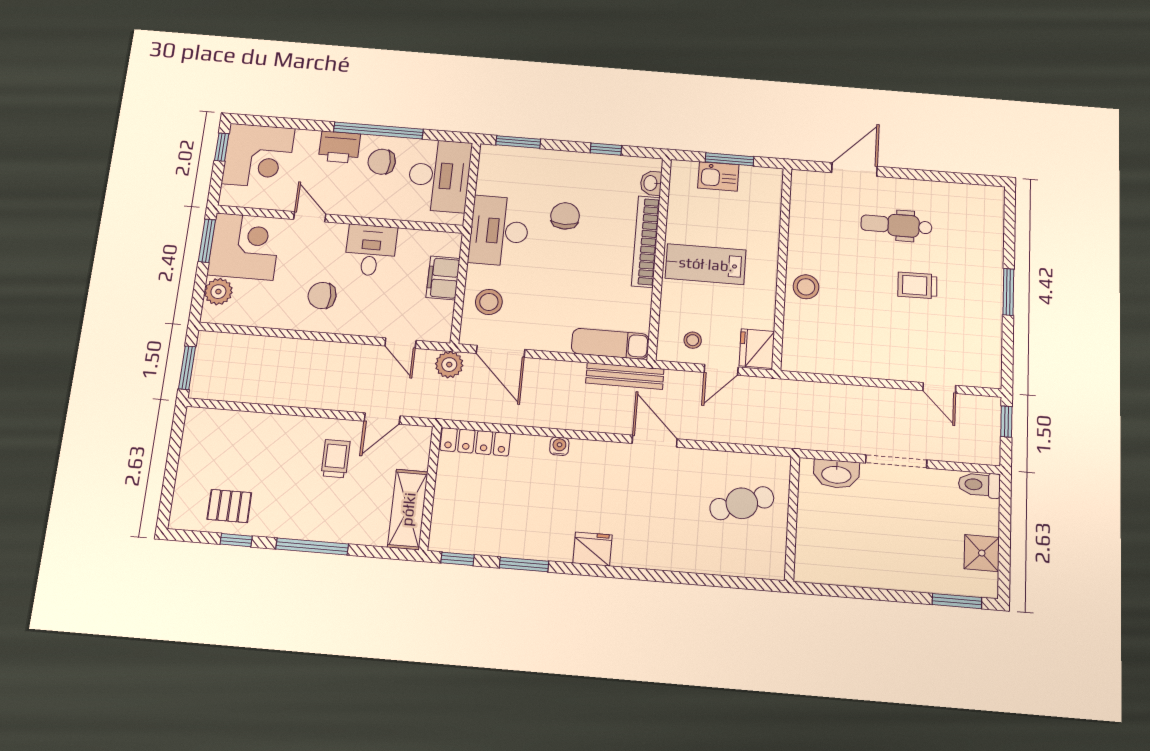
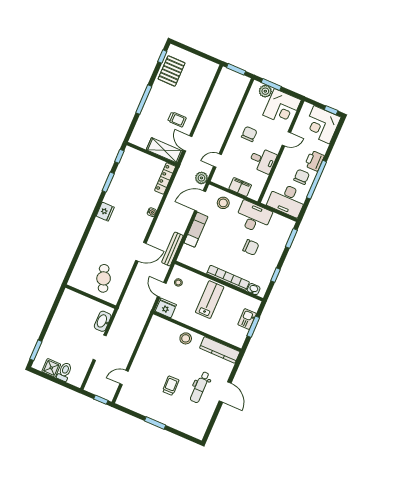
door: (854, 170) -> (225, 392), moved
kitchen counter: (803, 210) -> (220, 350), added
dental chair: (896, 225) -> (200, 387), turned 180
window: (207, 241) -> (271, 85), moved
exam couch: (610, 344) -> (196, 230), moved
toilet: (979, 485) -> (64, 372), moved
pallet: (229, 506) -> (172, 71), width x1.50, depth x1.42
shelving: (408, 509) -> (164, 150), moved
window: (236, 540) -> (162, 57), moved

